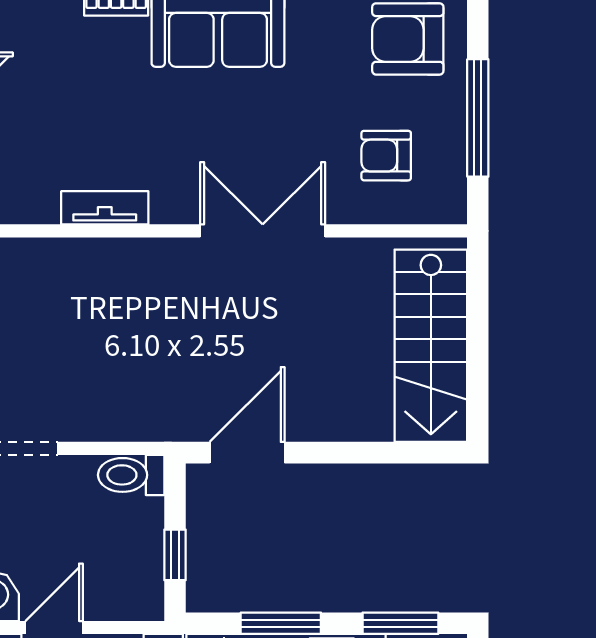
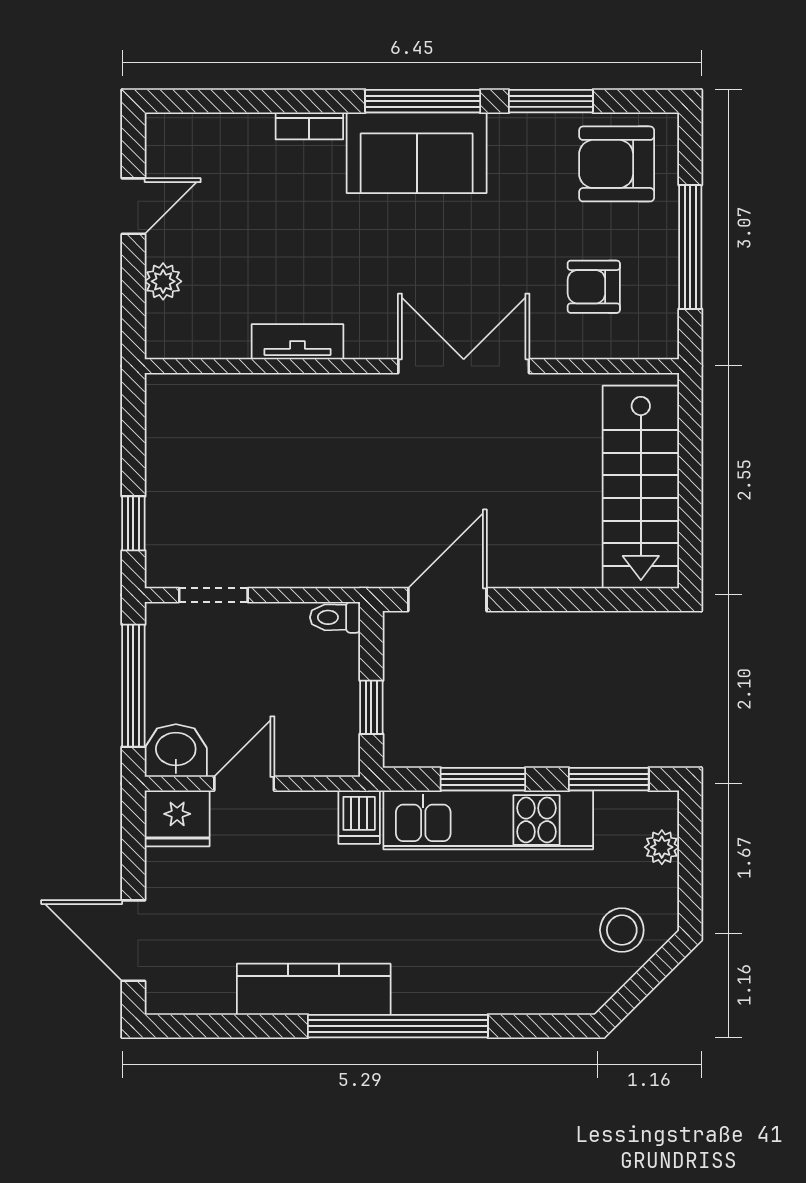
toilet: (131, 475) -> (335, 617), width x0.73, depth x0.72

